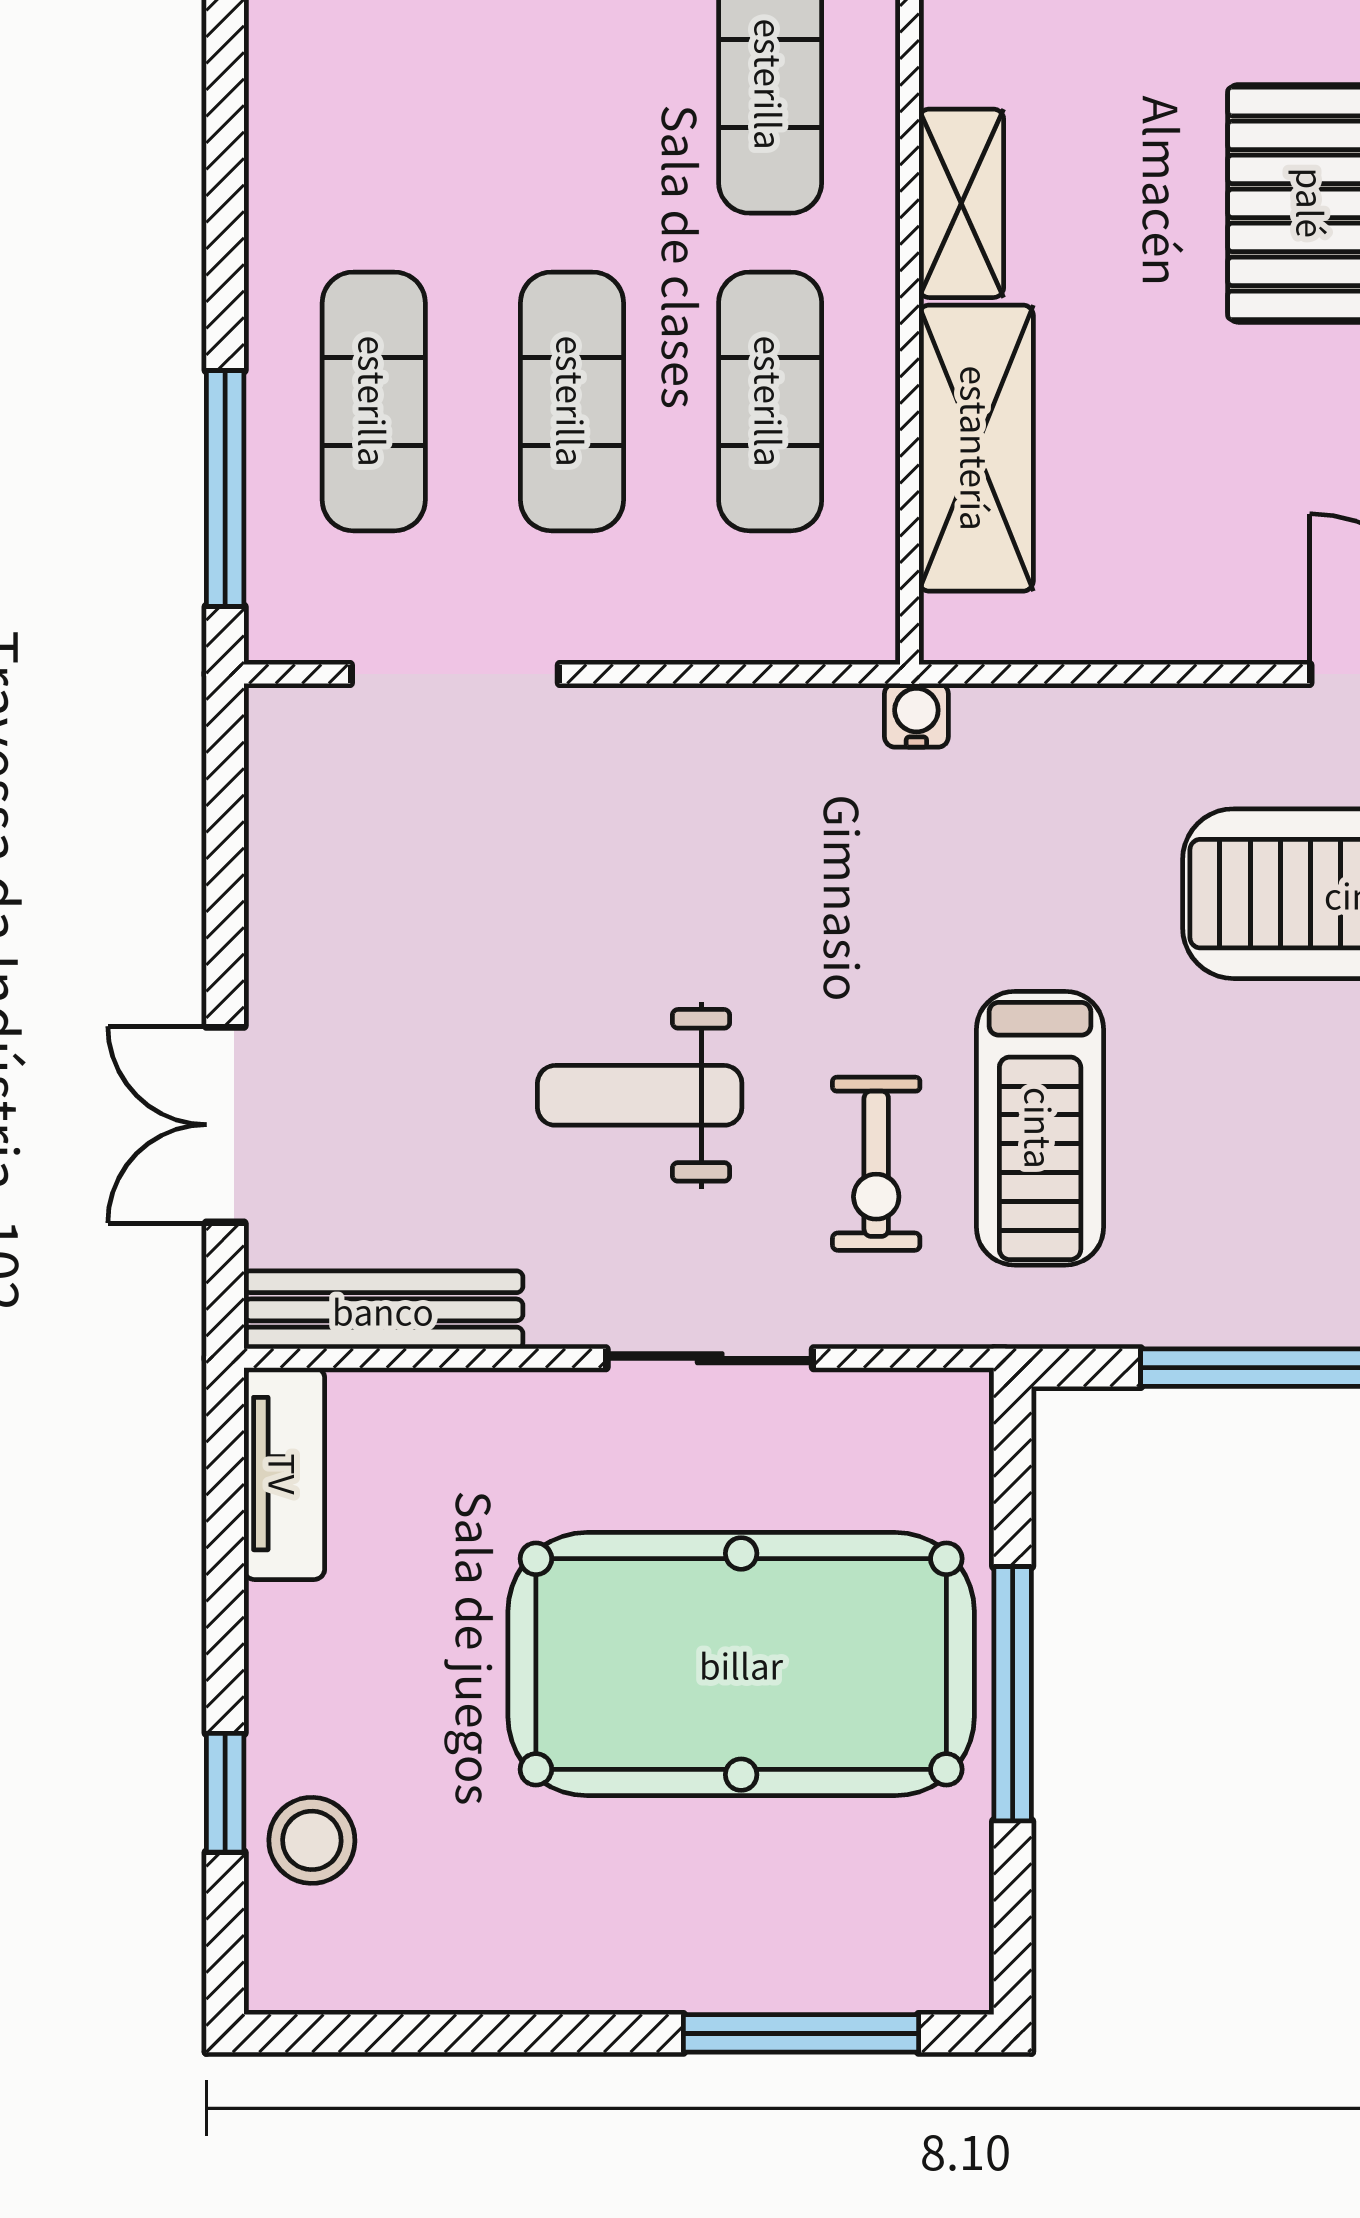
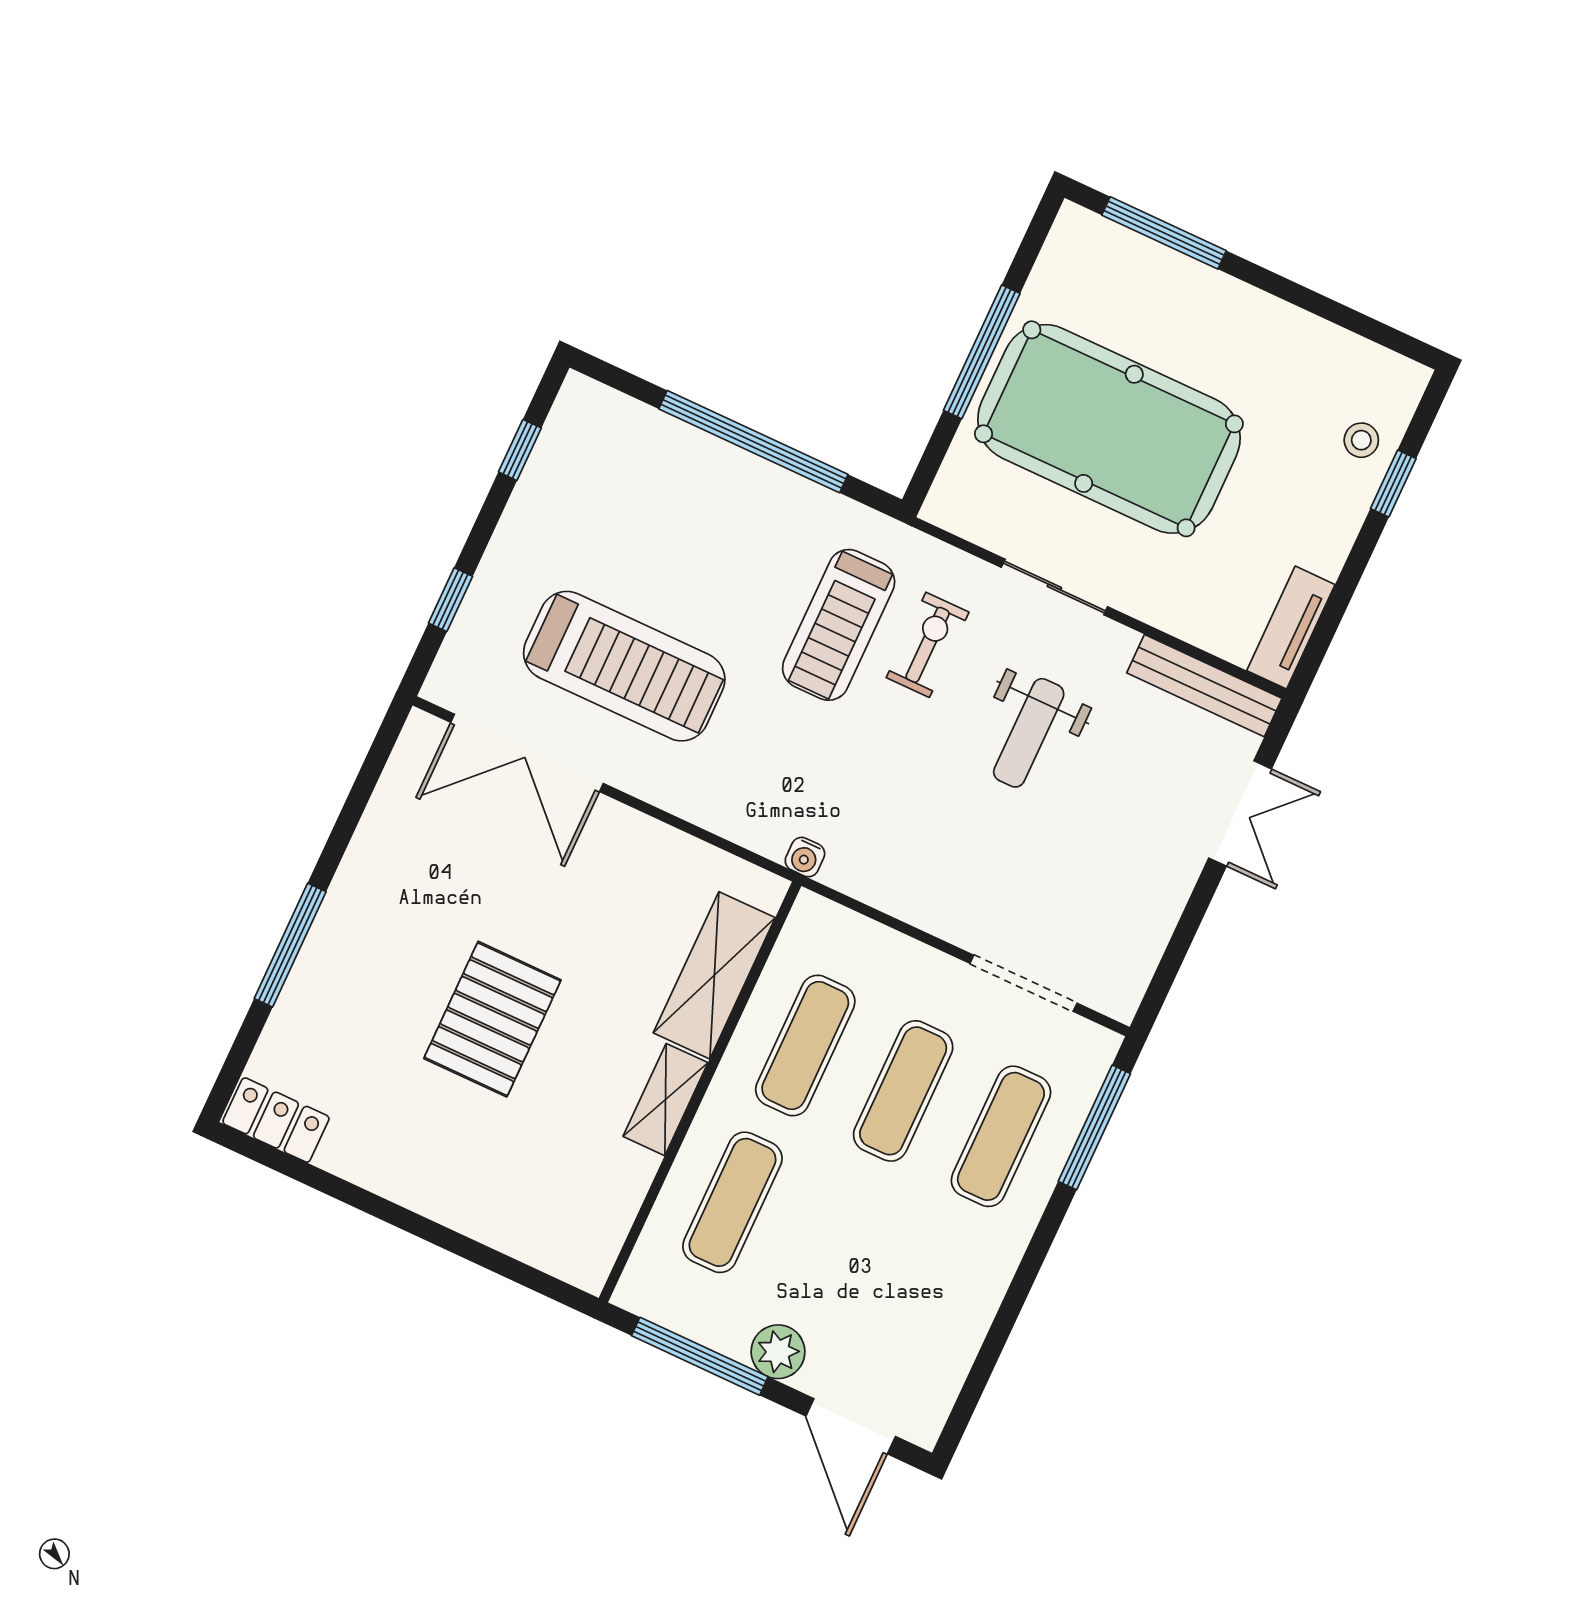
weight bench: (640, 1095) -> (1029, 733), turned 90
treadmill: (1040, 1128) -> (839, 625), turned 180
stool: (312, 1840) -> (1361, 440), width x0.73, depth x0.73

